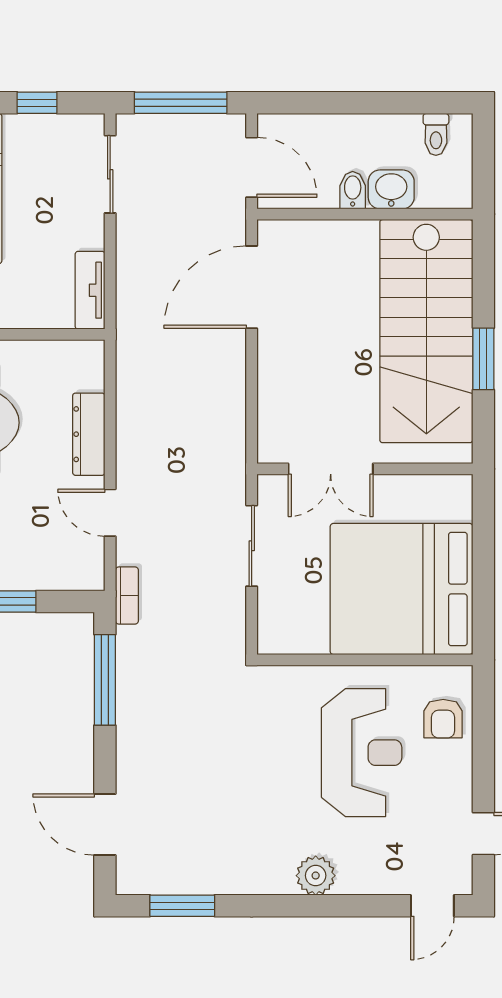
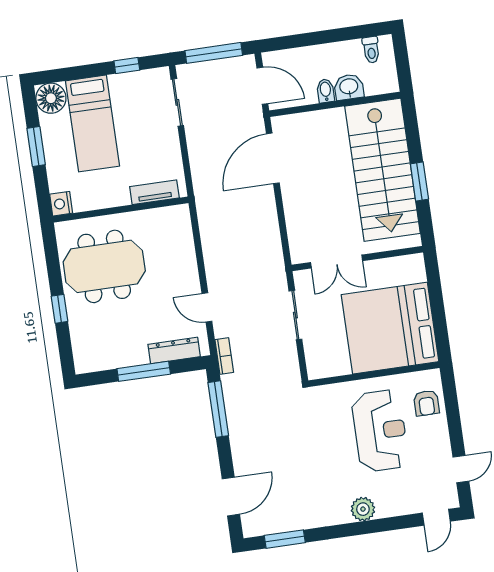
tv unit: (90, 290) -> (154, 192), moved, turned 90
dresser: (89, 434) -> (174, 350), moved, turned 90
door: (105, 825) -> (231, 497), swing flipped

